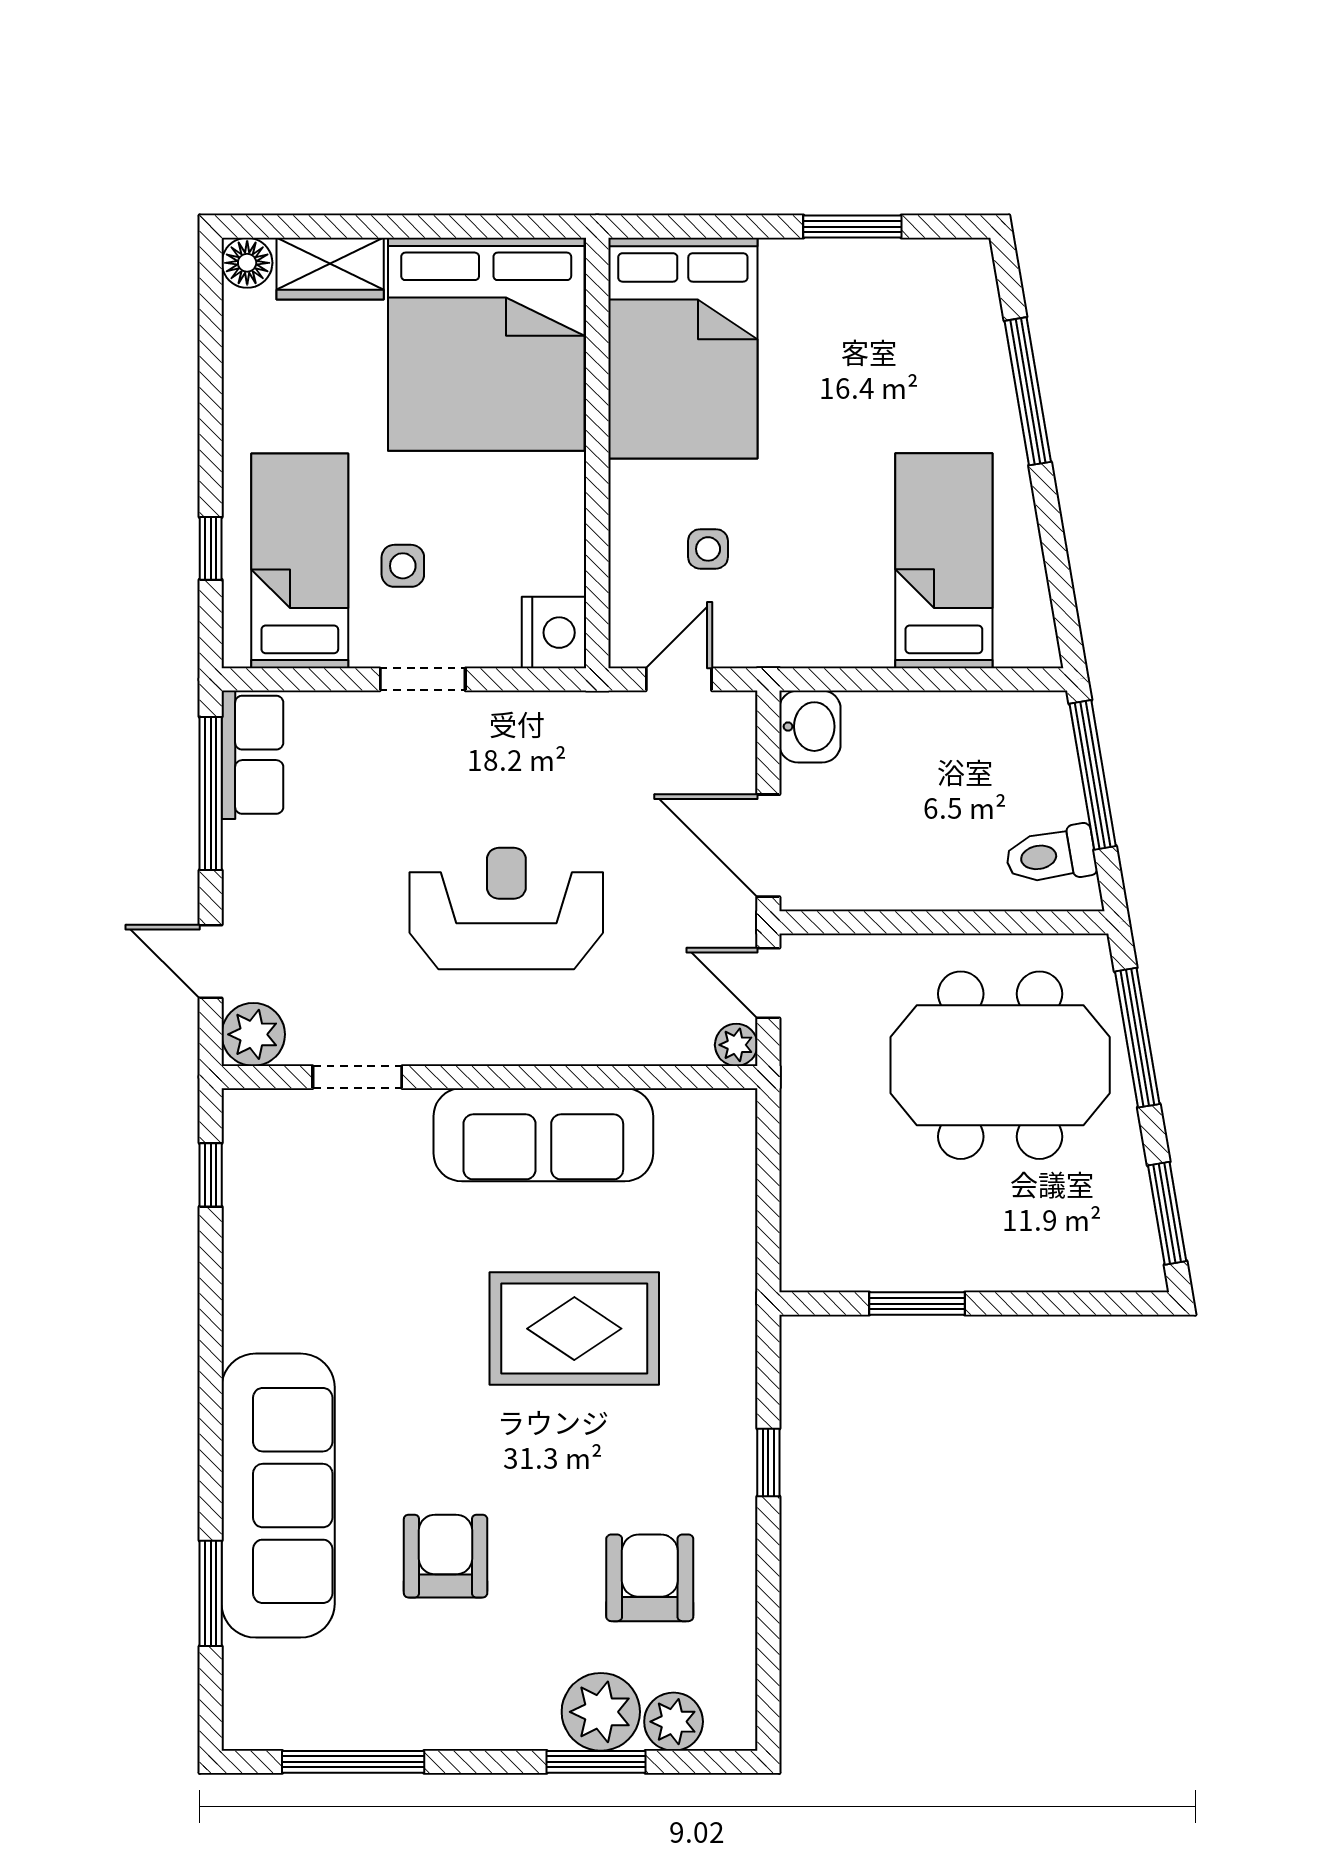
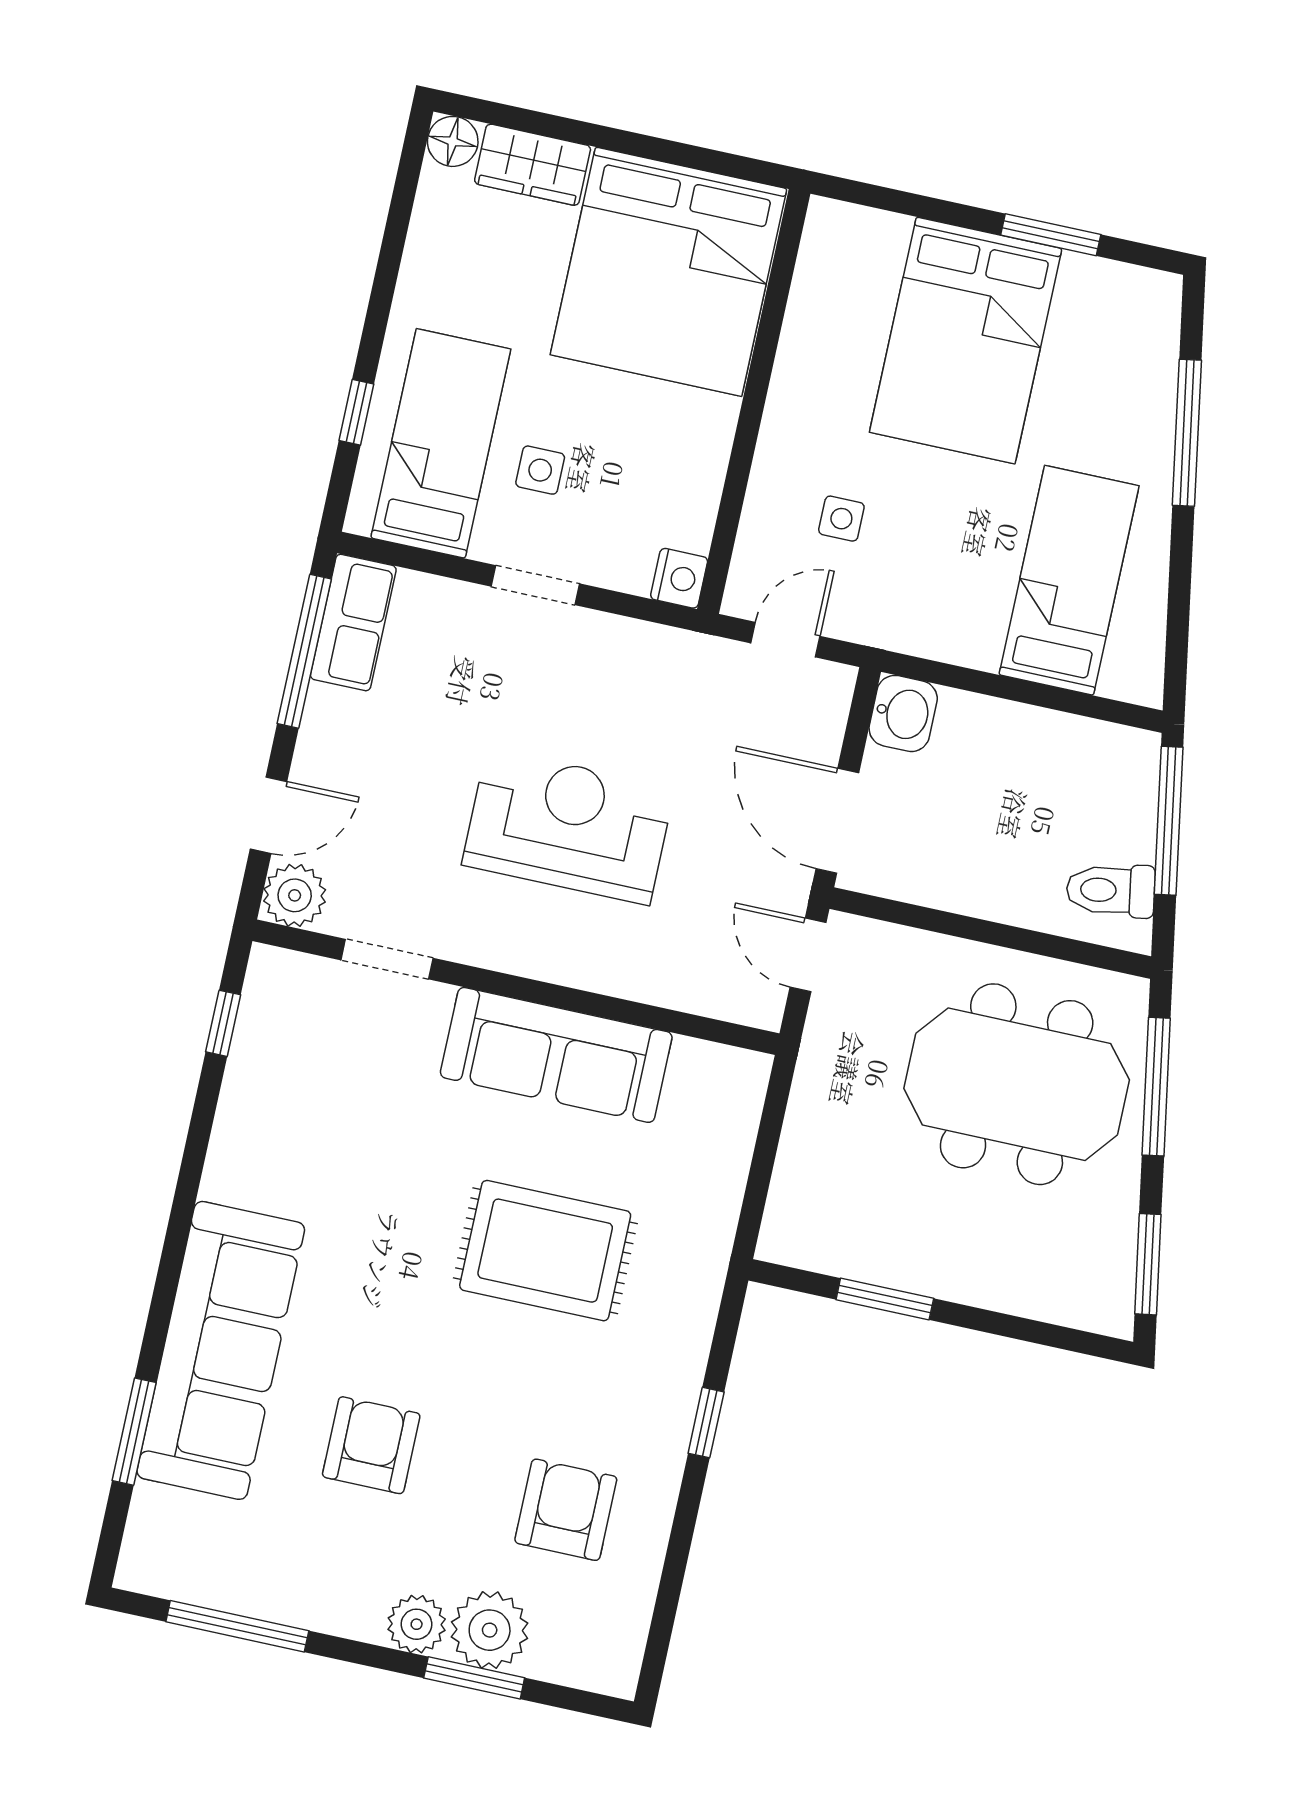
bed: (683, 348) -> (966, 340), moved
nightstand: (554, 633) -> (679, 578), width x0.74, depth x0.75
door: (211, 961) -> (269, 815), swing flipped
plant: (736, 1045) -> (763, 1008), removed
plant: (674, 1722) -> (417, 1624), moved

